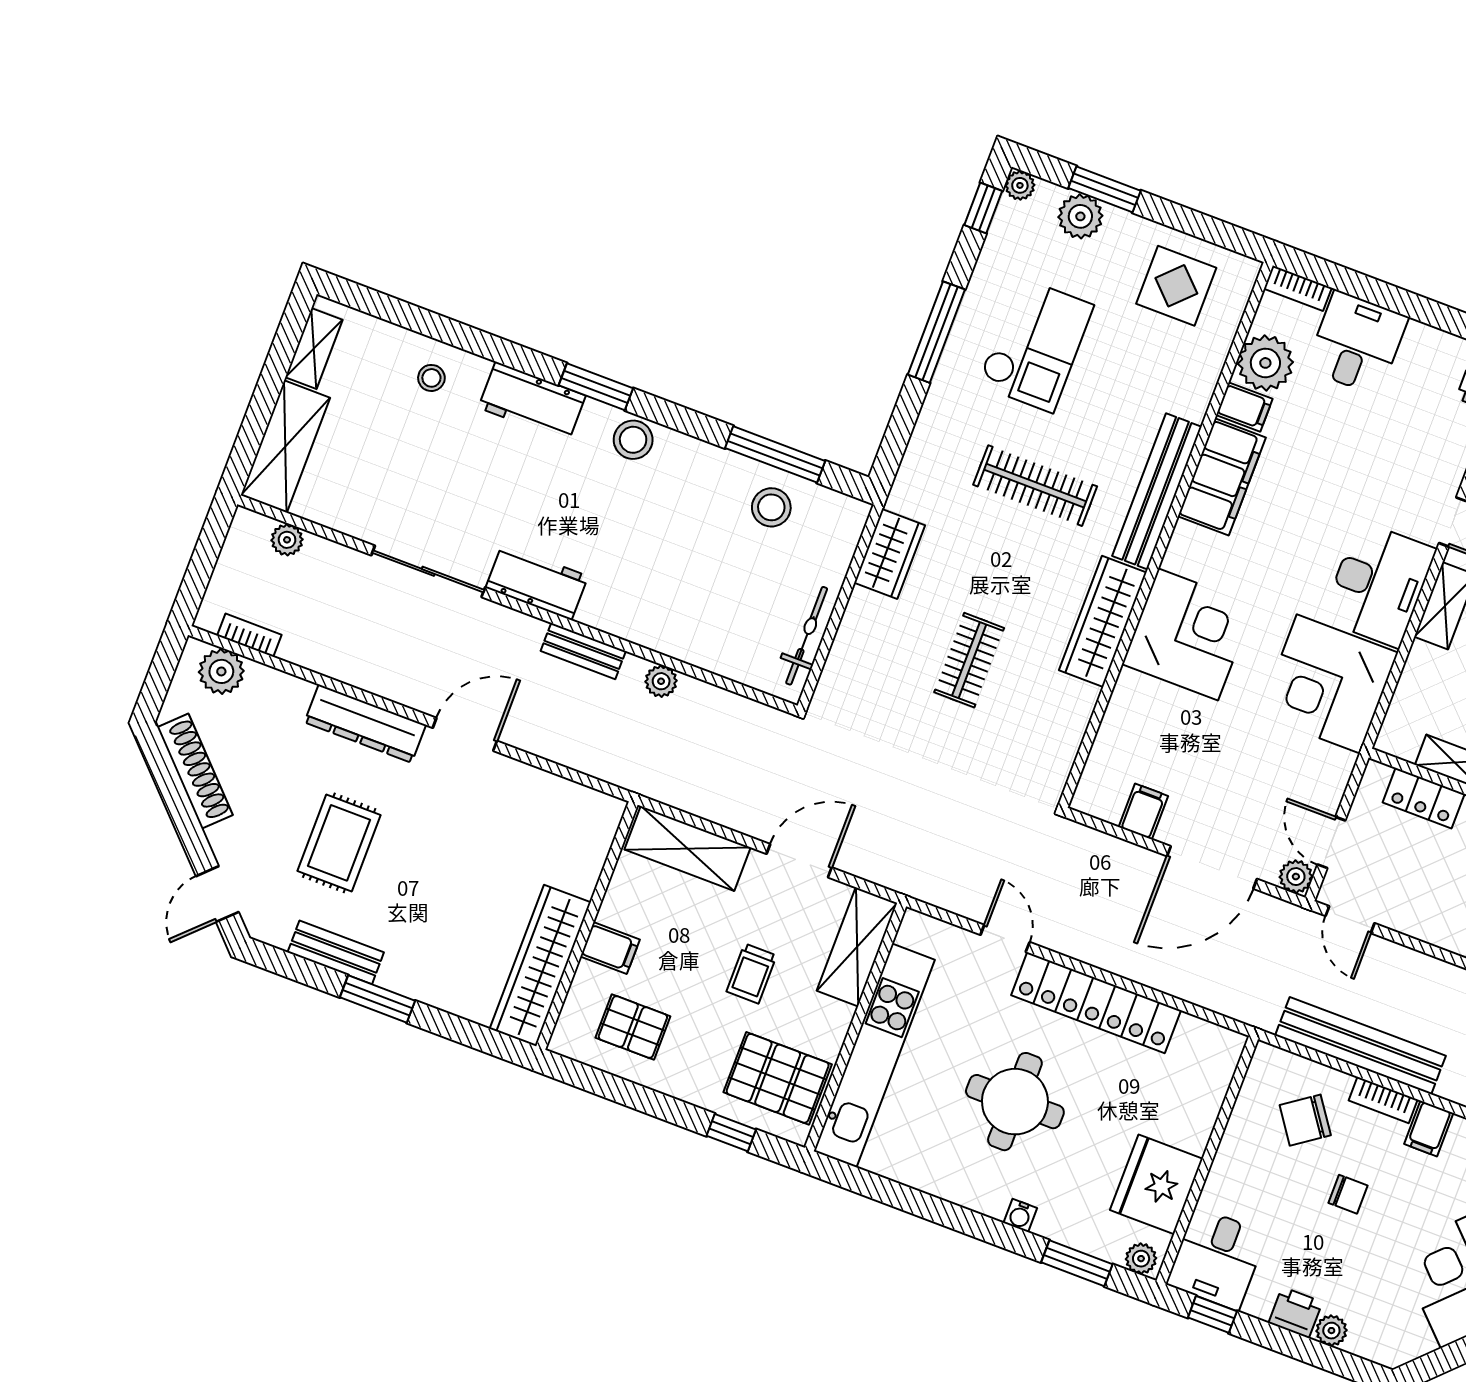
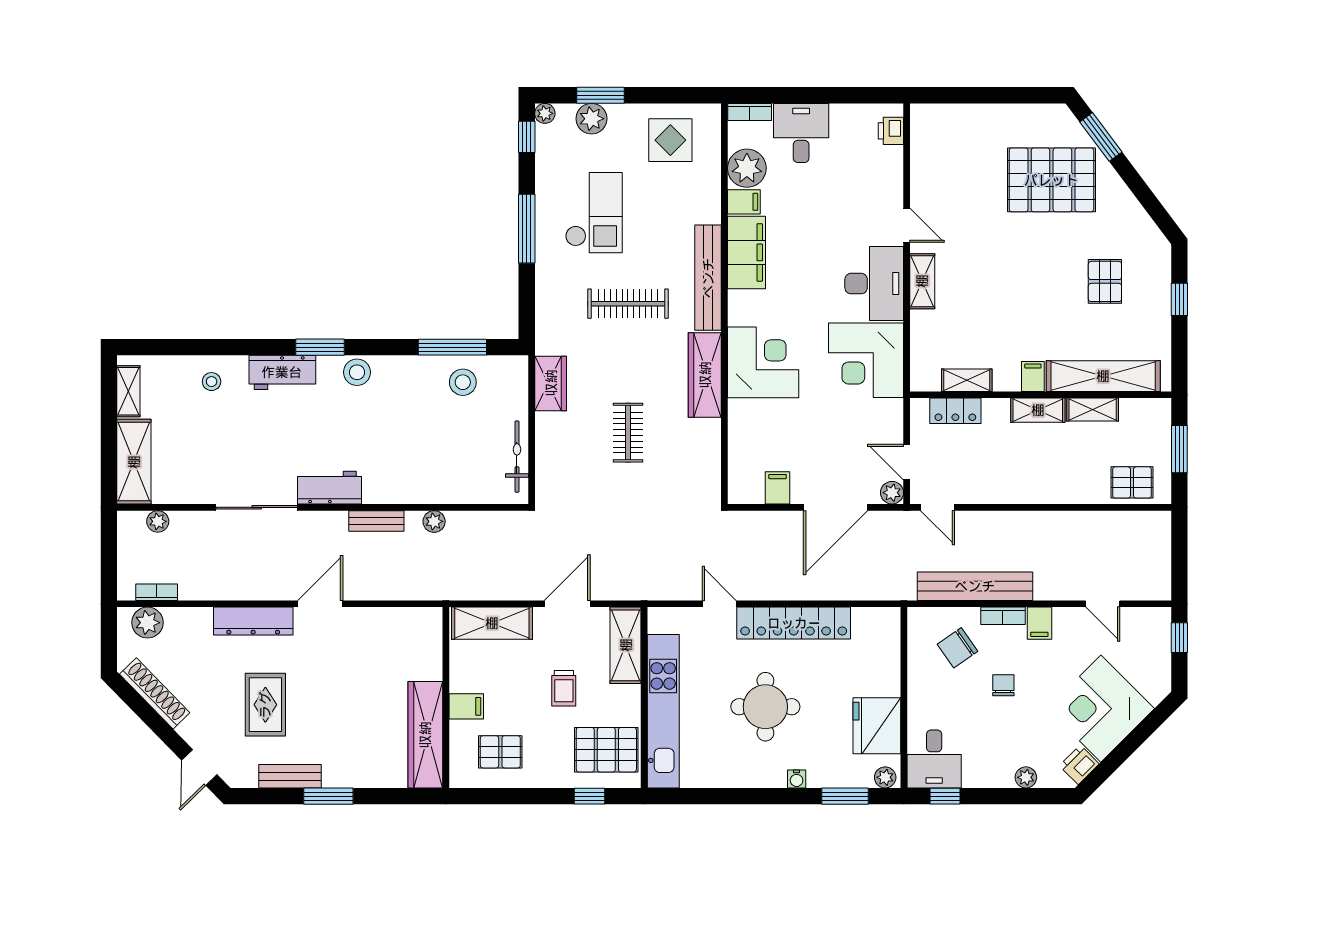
chair: (1348, 1194) -> (1003, 685), turned -90
printer: (1295, 1312) -> (1079, 765), moved, turned -45

